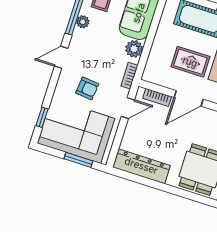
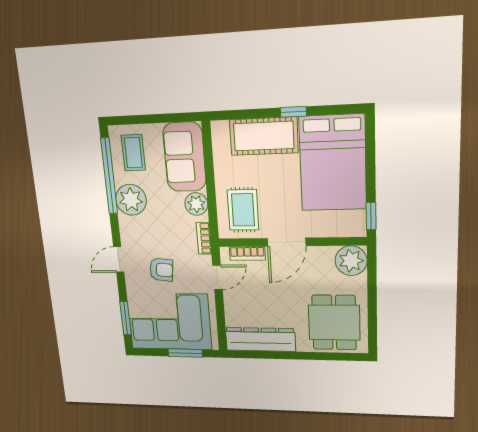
plant: (83, 22) -> (131, 200), width x1.88, depth x1.88
door: (61, 57) -> (119, 260), moved
rug: (190, 62) -> (243, 210), moved, turned 90
window: (42, 117) -> (126, 318), width x1.50

